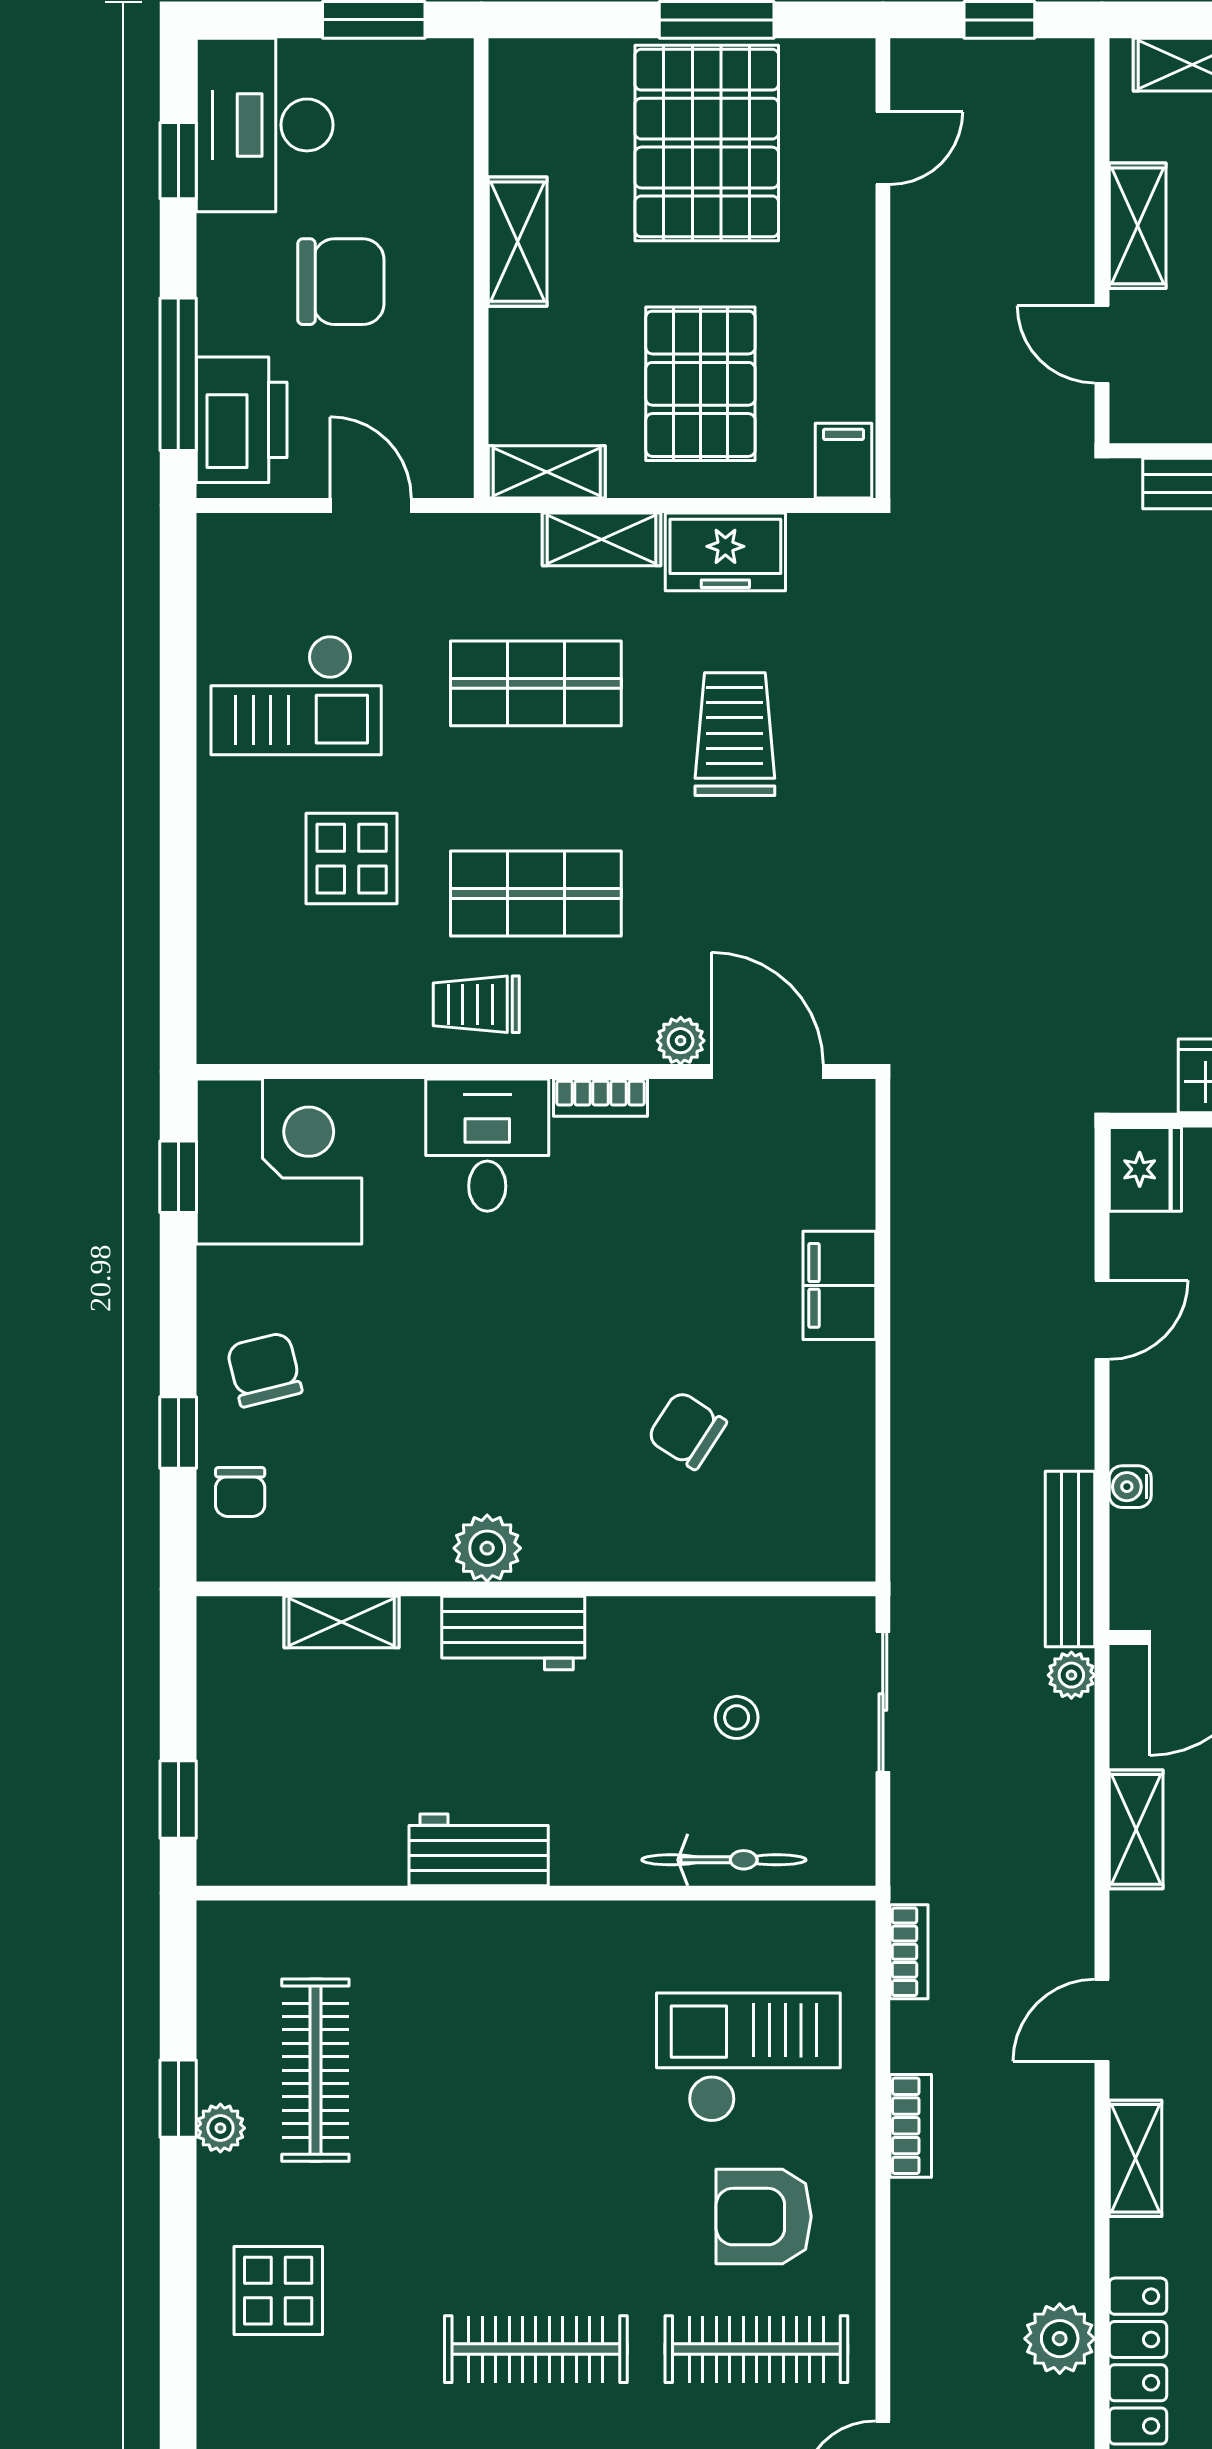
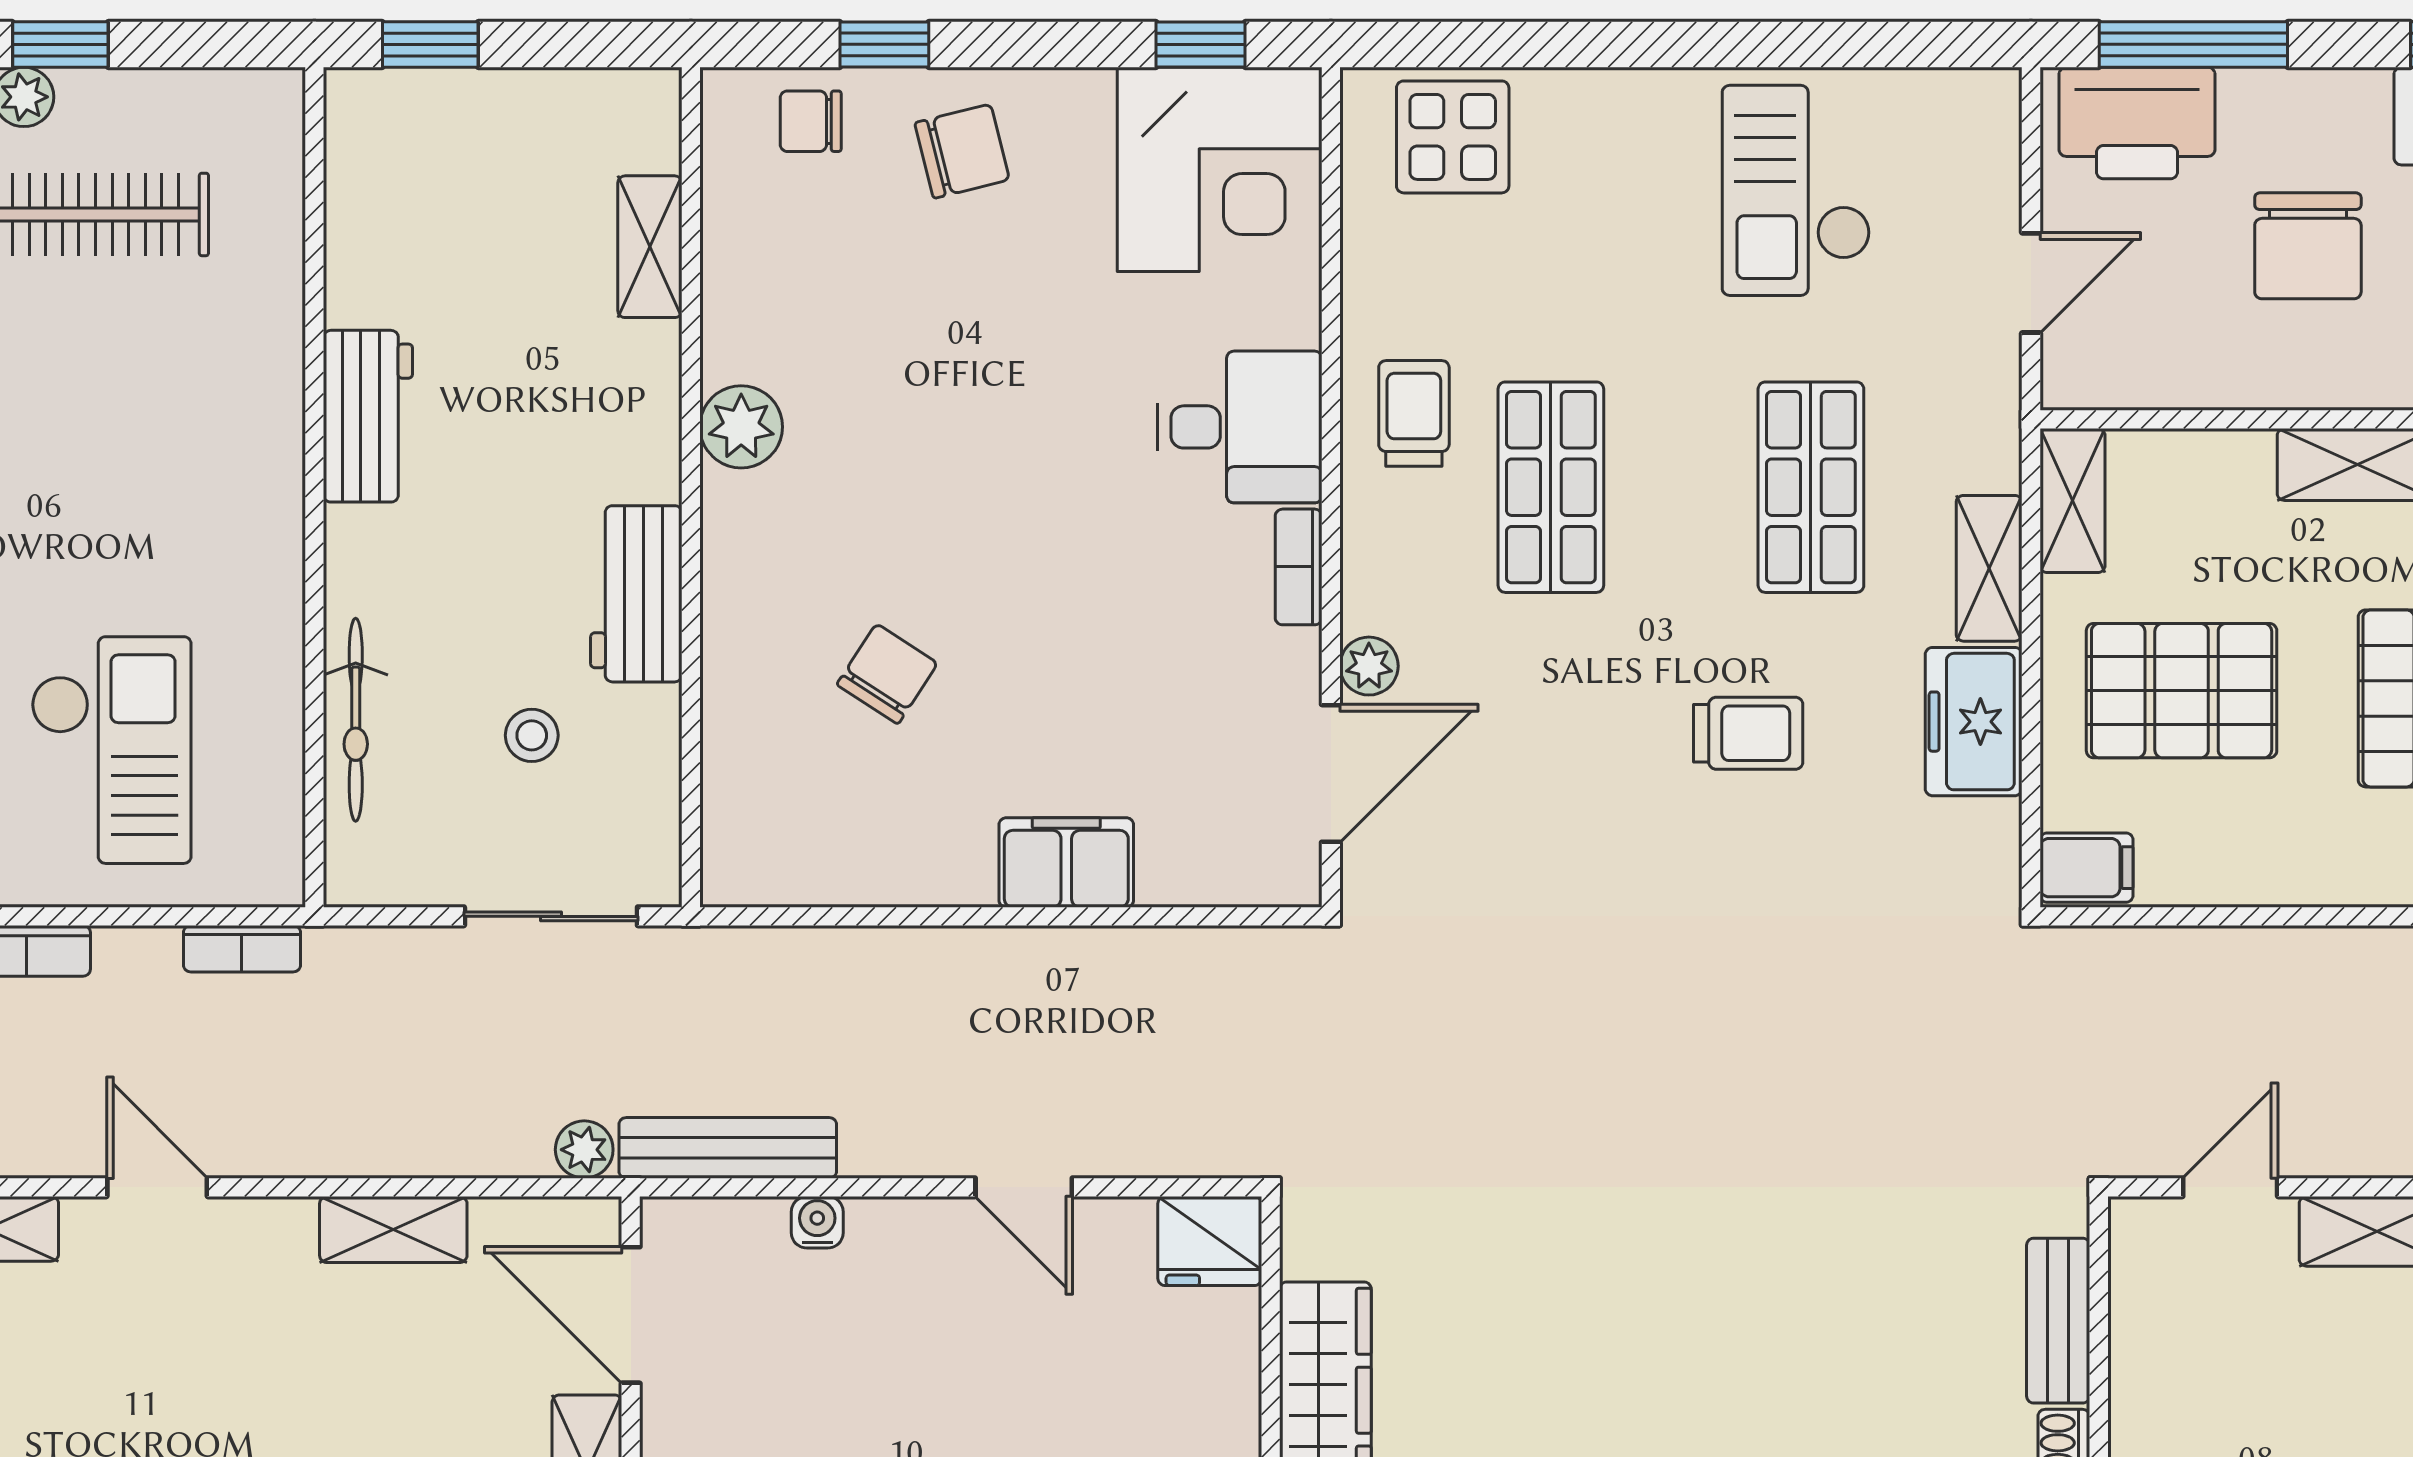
trolley: (735, 734) -> (1748, 733), width x0.73, depth x0.72
display table: (352, 859) -> (1453, 137), moved
workbench: (513, 1633) -> (636, 594), moved

